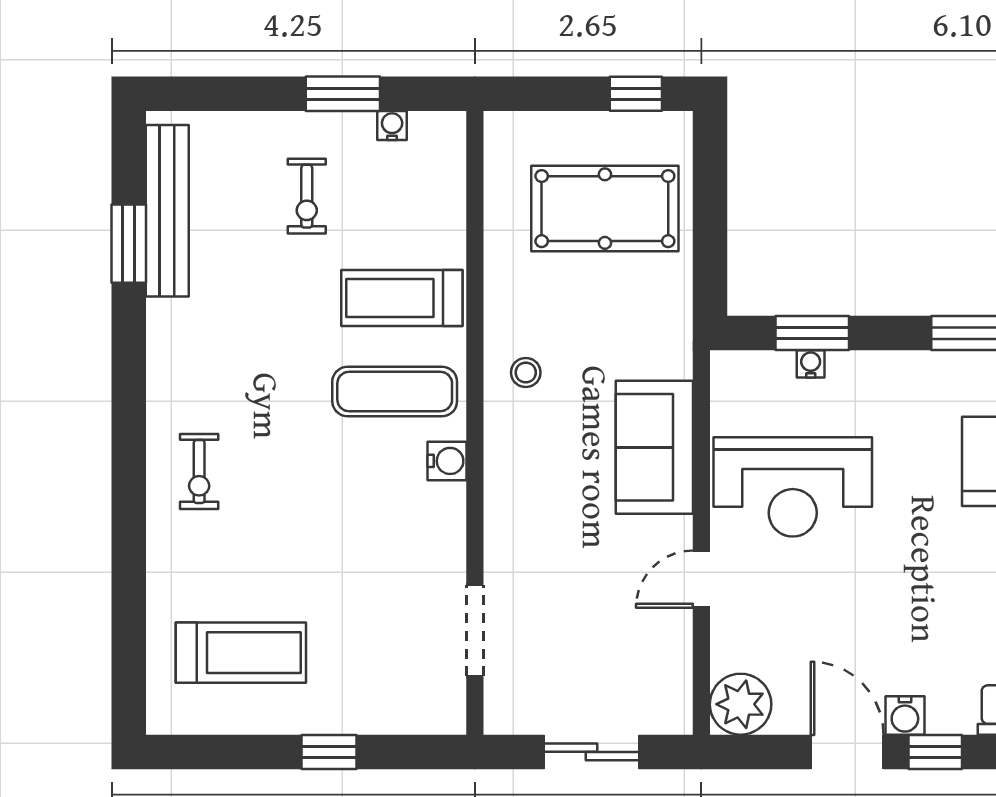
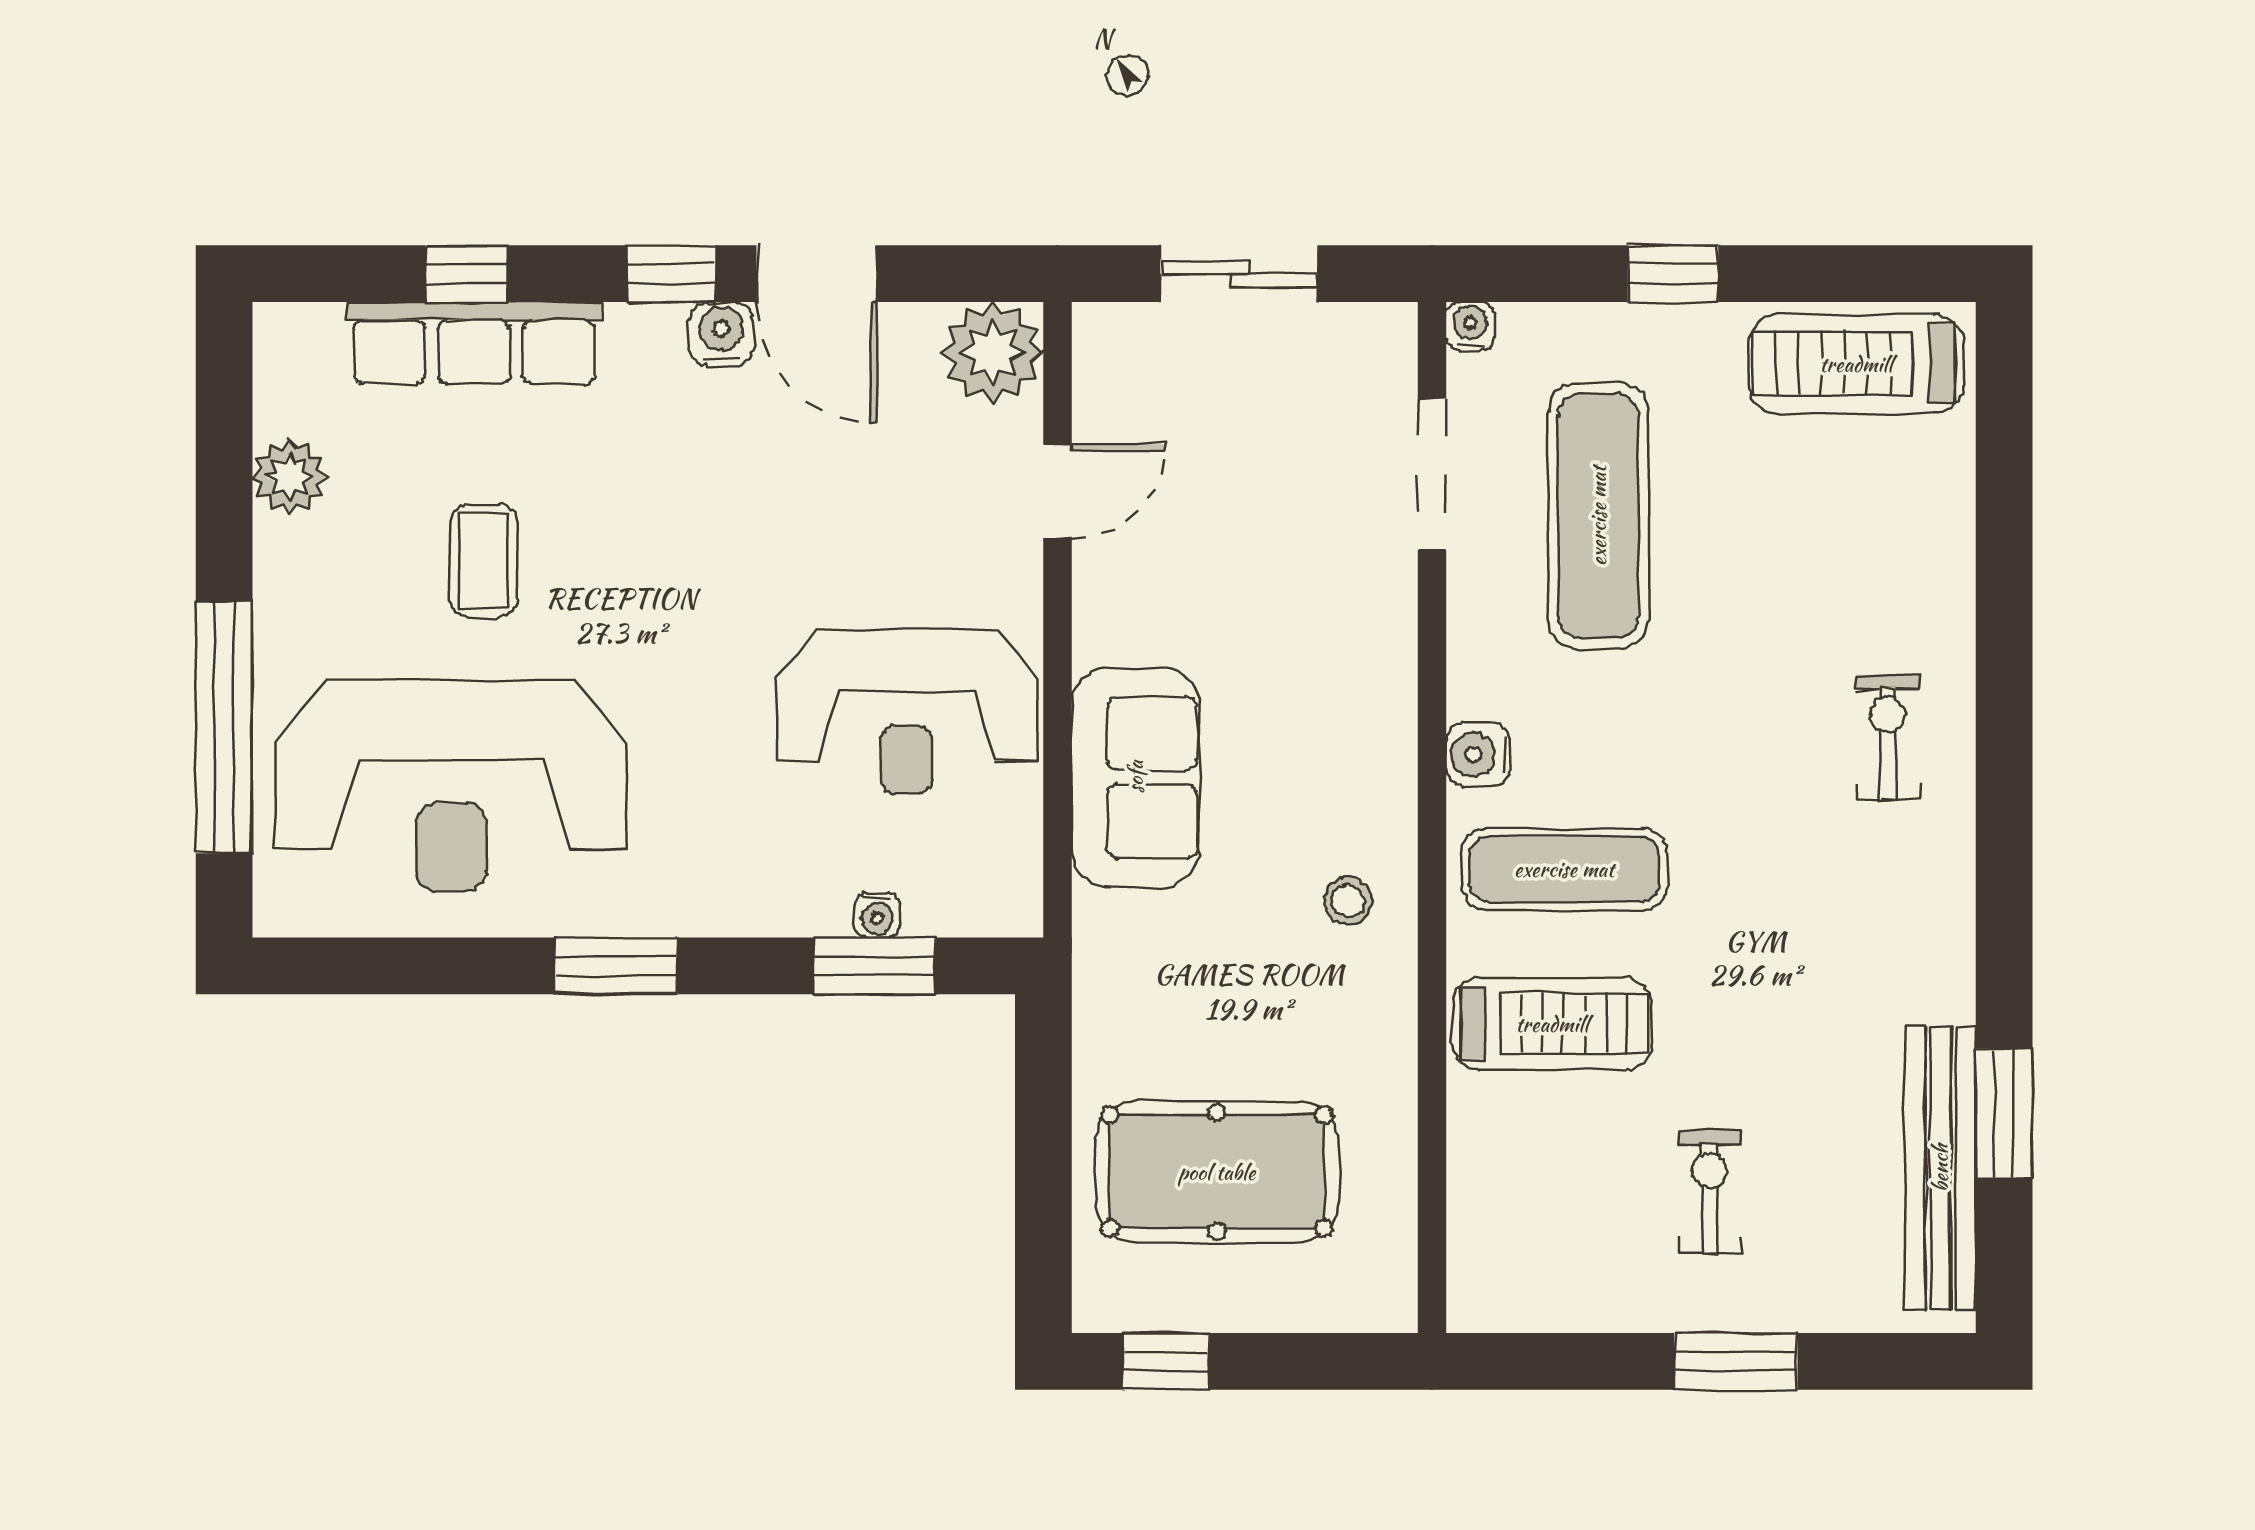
window: (343, 94) -> (1736, 1361), moved
water cooler: (392, 126) -> (1470, 326), moved, turned 180
reception desk: (793, 487) -> (907, 712), turned 180
door: (701, 579) -> (1058, 491), moved
exercise mat: (374, 605) -> (1598, 516), added
treadmill: (241, 653) -> (1856, 364), moved

